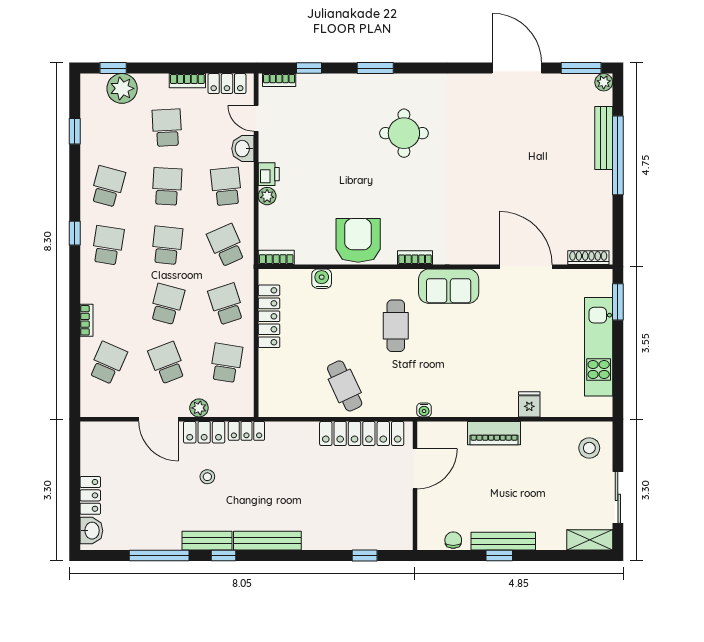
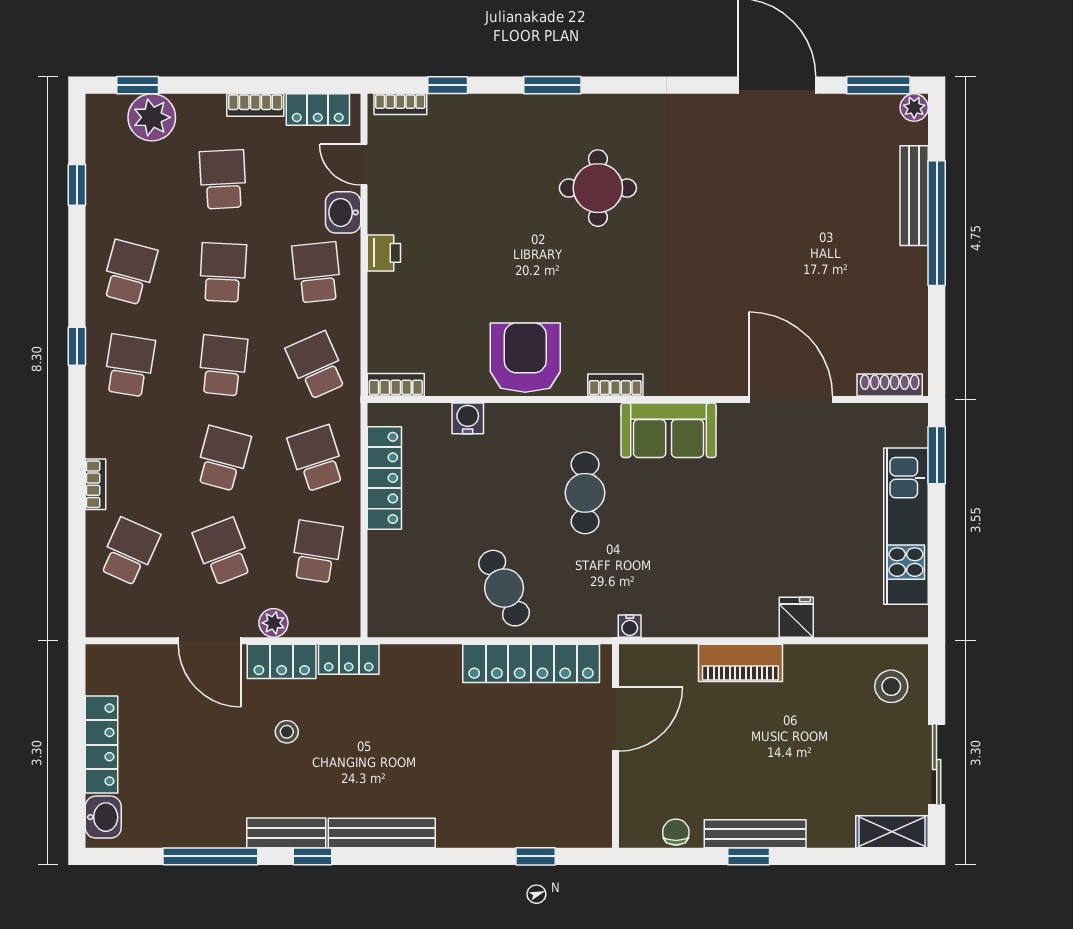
plant: (267, 196) -> (381, 288), removed
locker: (90, 495) -> (101, 745), width x1.53

